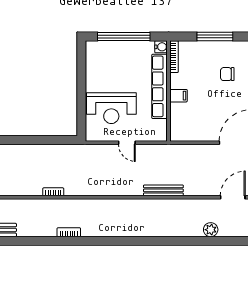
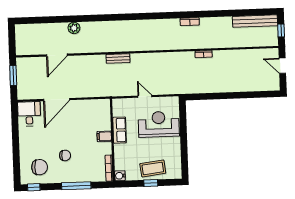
window: (124, 36) -> (151, 183), width x0.32
coffee table: (120, 54) -> (153, 168), added
row of seats: (160, 86) -> (119, 130), width x0.50
bench: (163, 190) -> (118, 58), width x0.73

